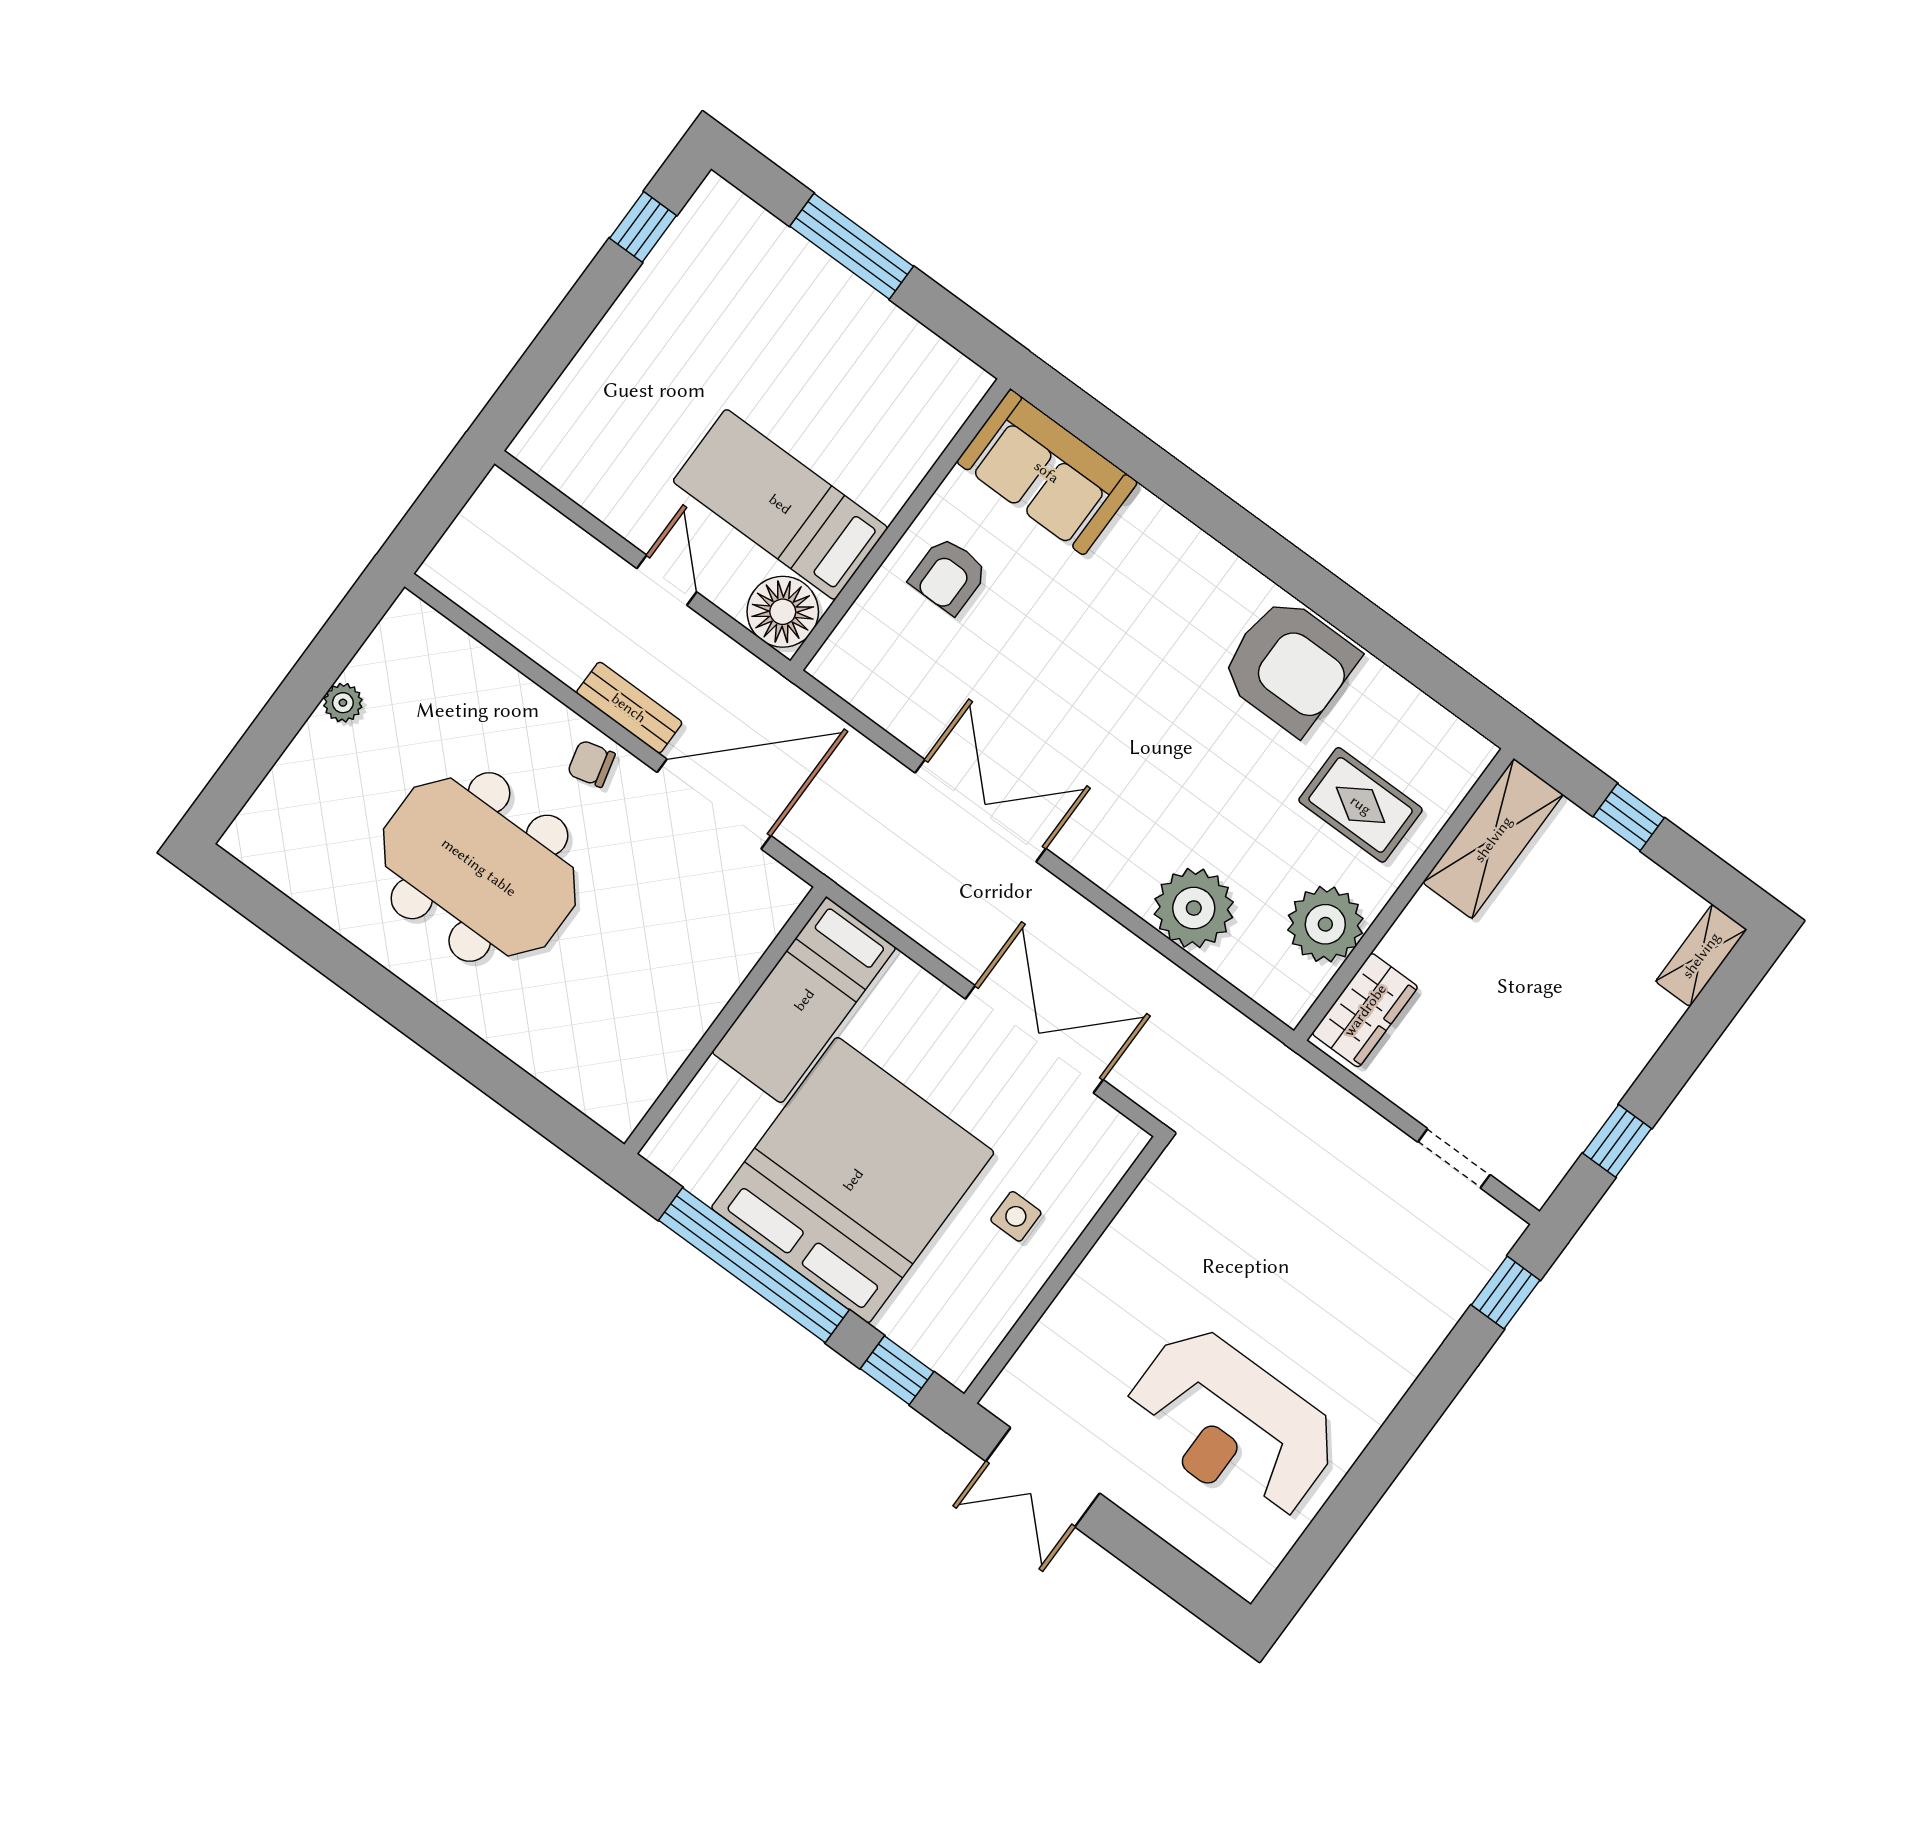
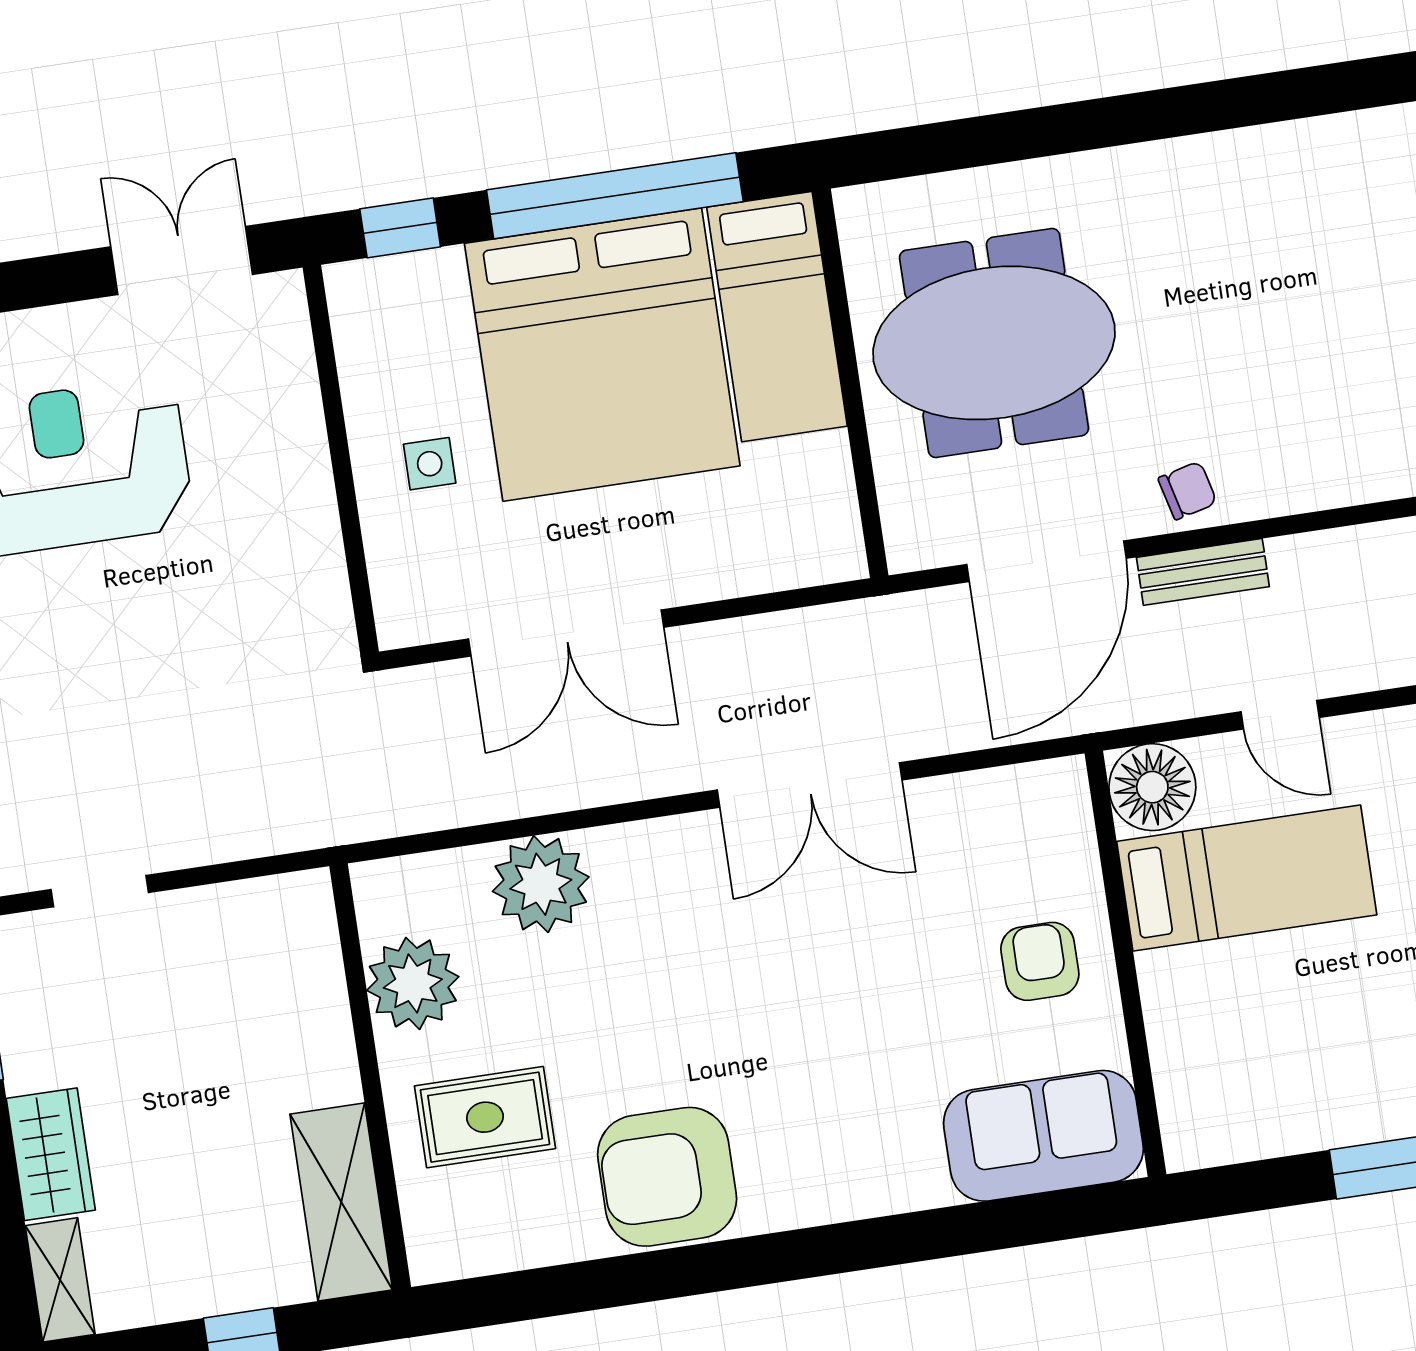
meeting table: (479, 867) -> (994, 343), moved
bed: (804, 1000) -> (777, 317), moved, turned 180
wardrobe: (1365, 1010) -> (51, 1154), moved, turned 180

